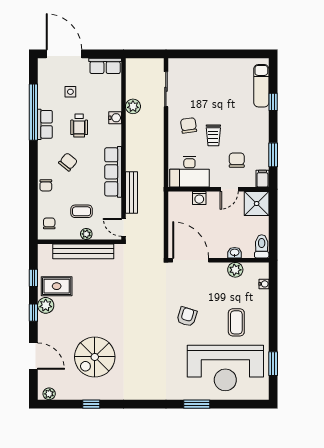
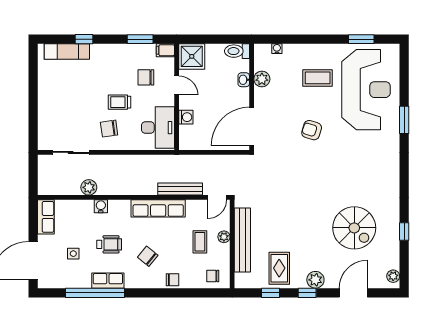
trolley: (213, 135) -> (119, 102), turned 180
plant: (46, 305) -> (315, 280), moved

